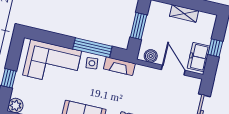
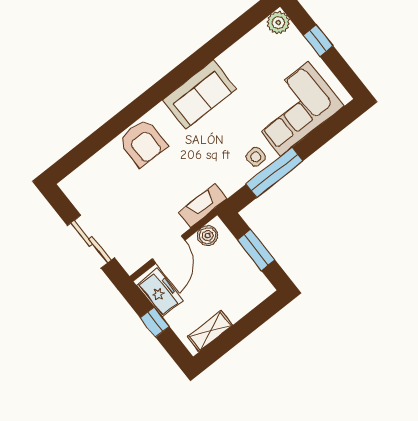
shelving: (184, 13) -> (210, 331), moved
fireplace: (119, 66) -> (203, 206), moved
door: (173, 70) -> (169, 249), hinge flipped

